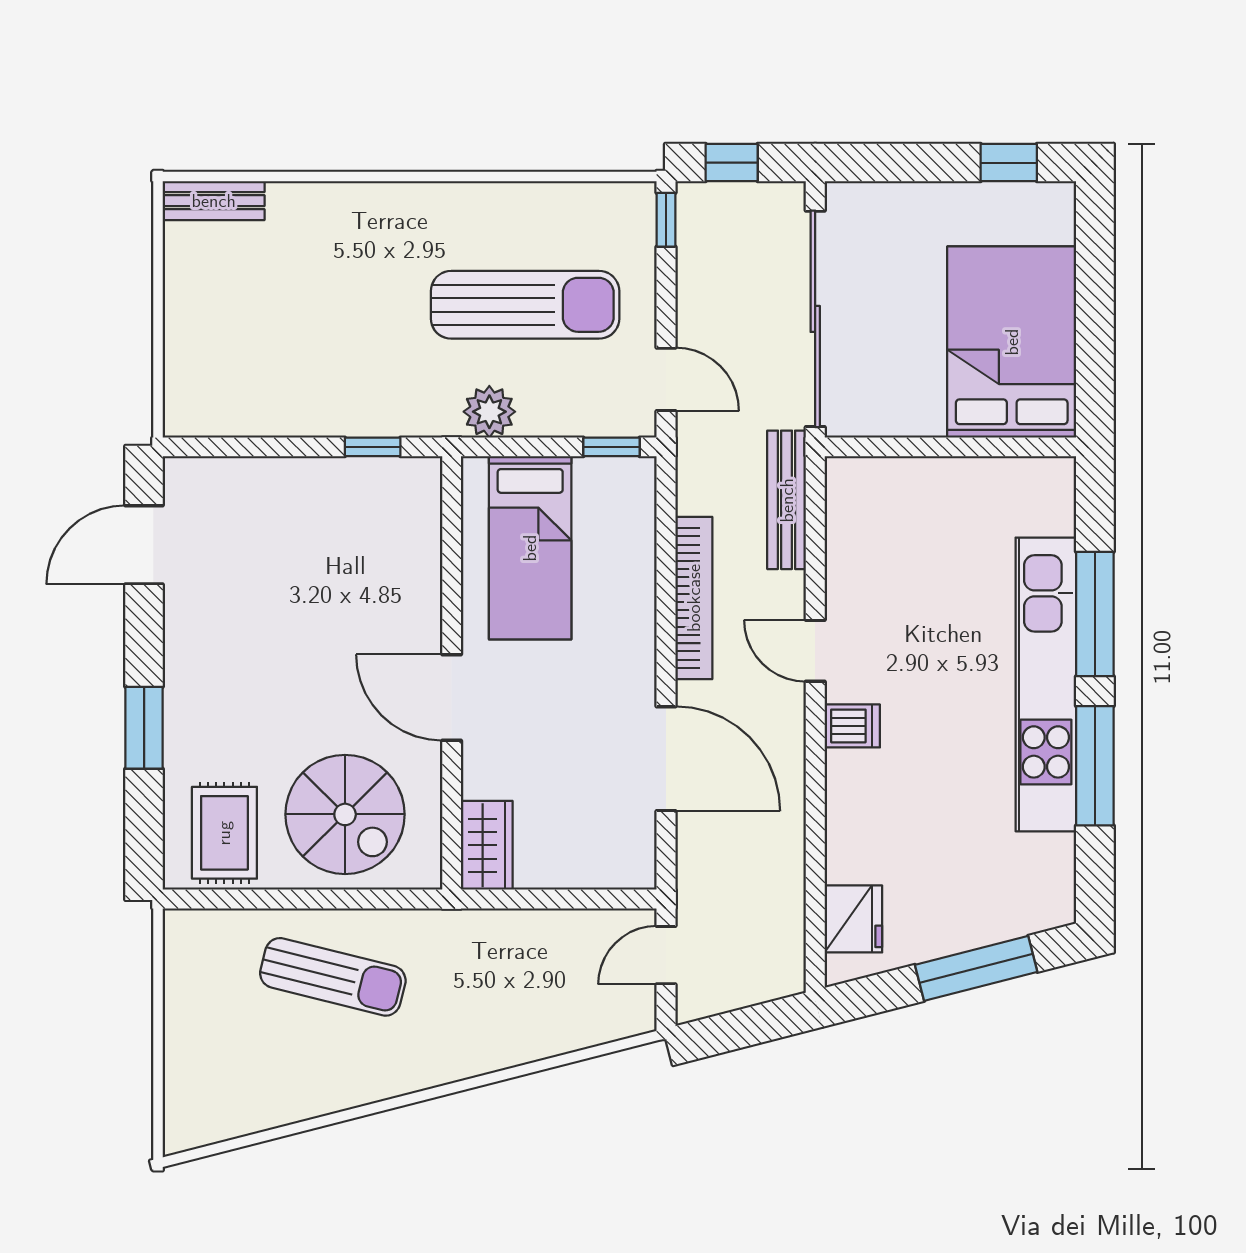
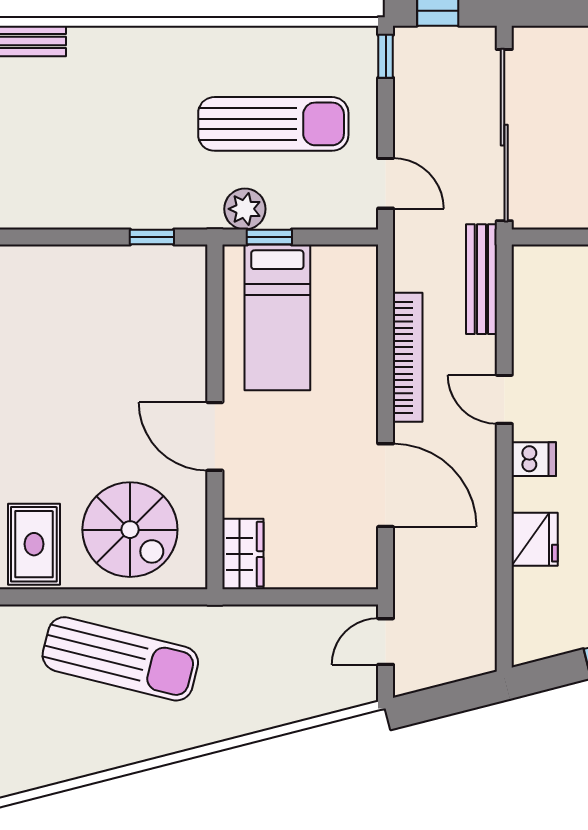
window: (612, 447) -> (269, 237), moved
fridge: (853, 919) -> (535, 539), moved
sun lounger: (333, 977) -> (120, 659), width x1.36, depth x1.34

